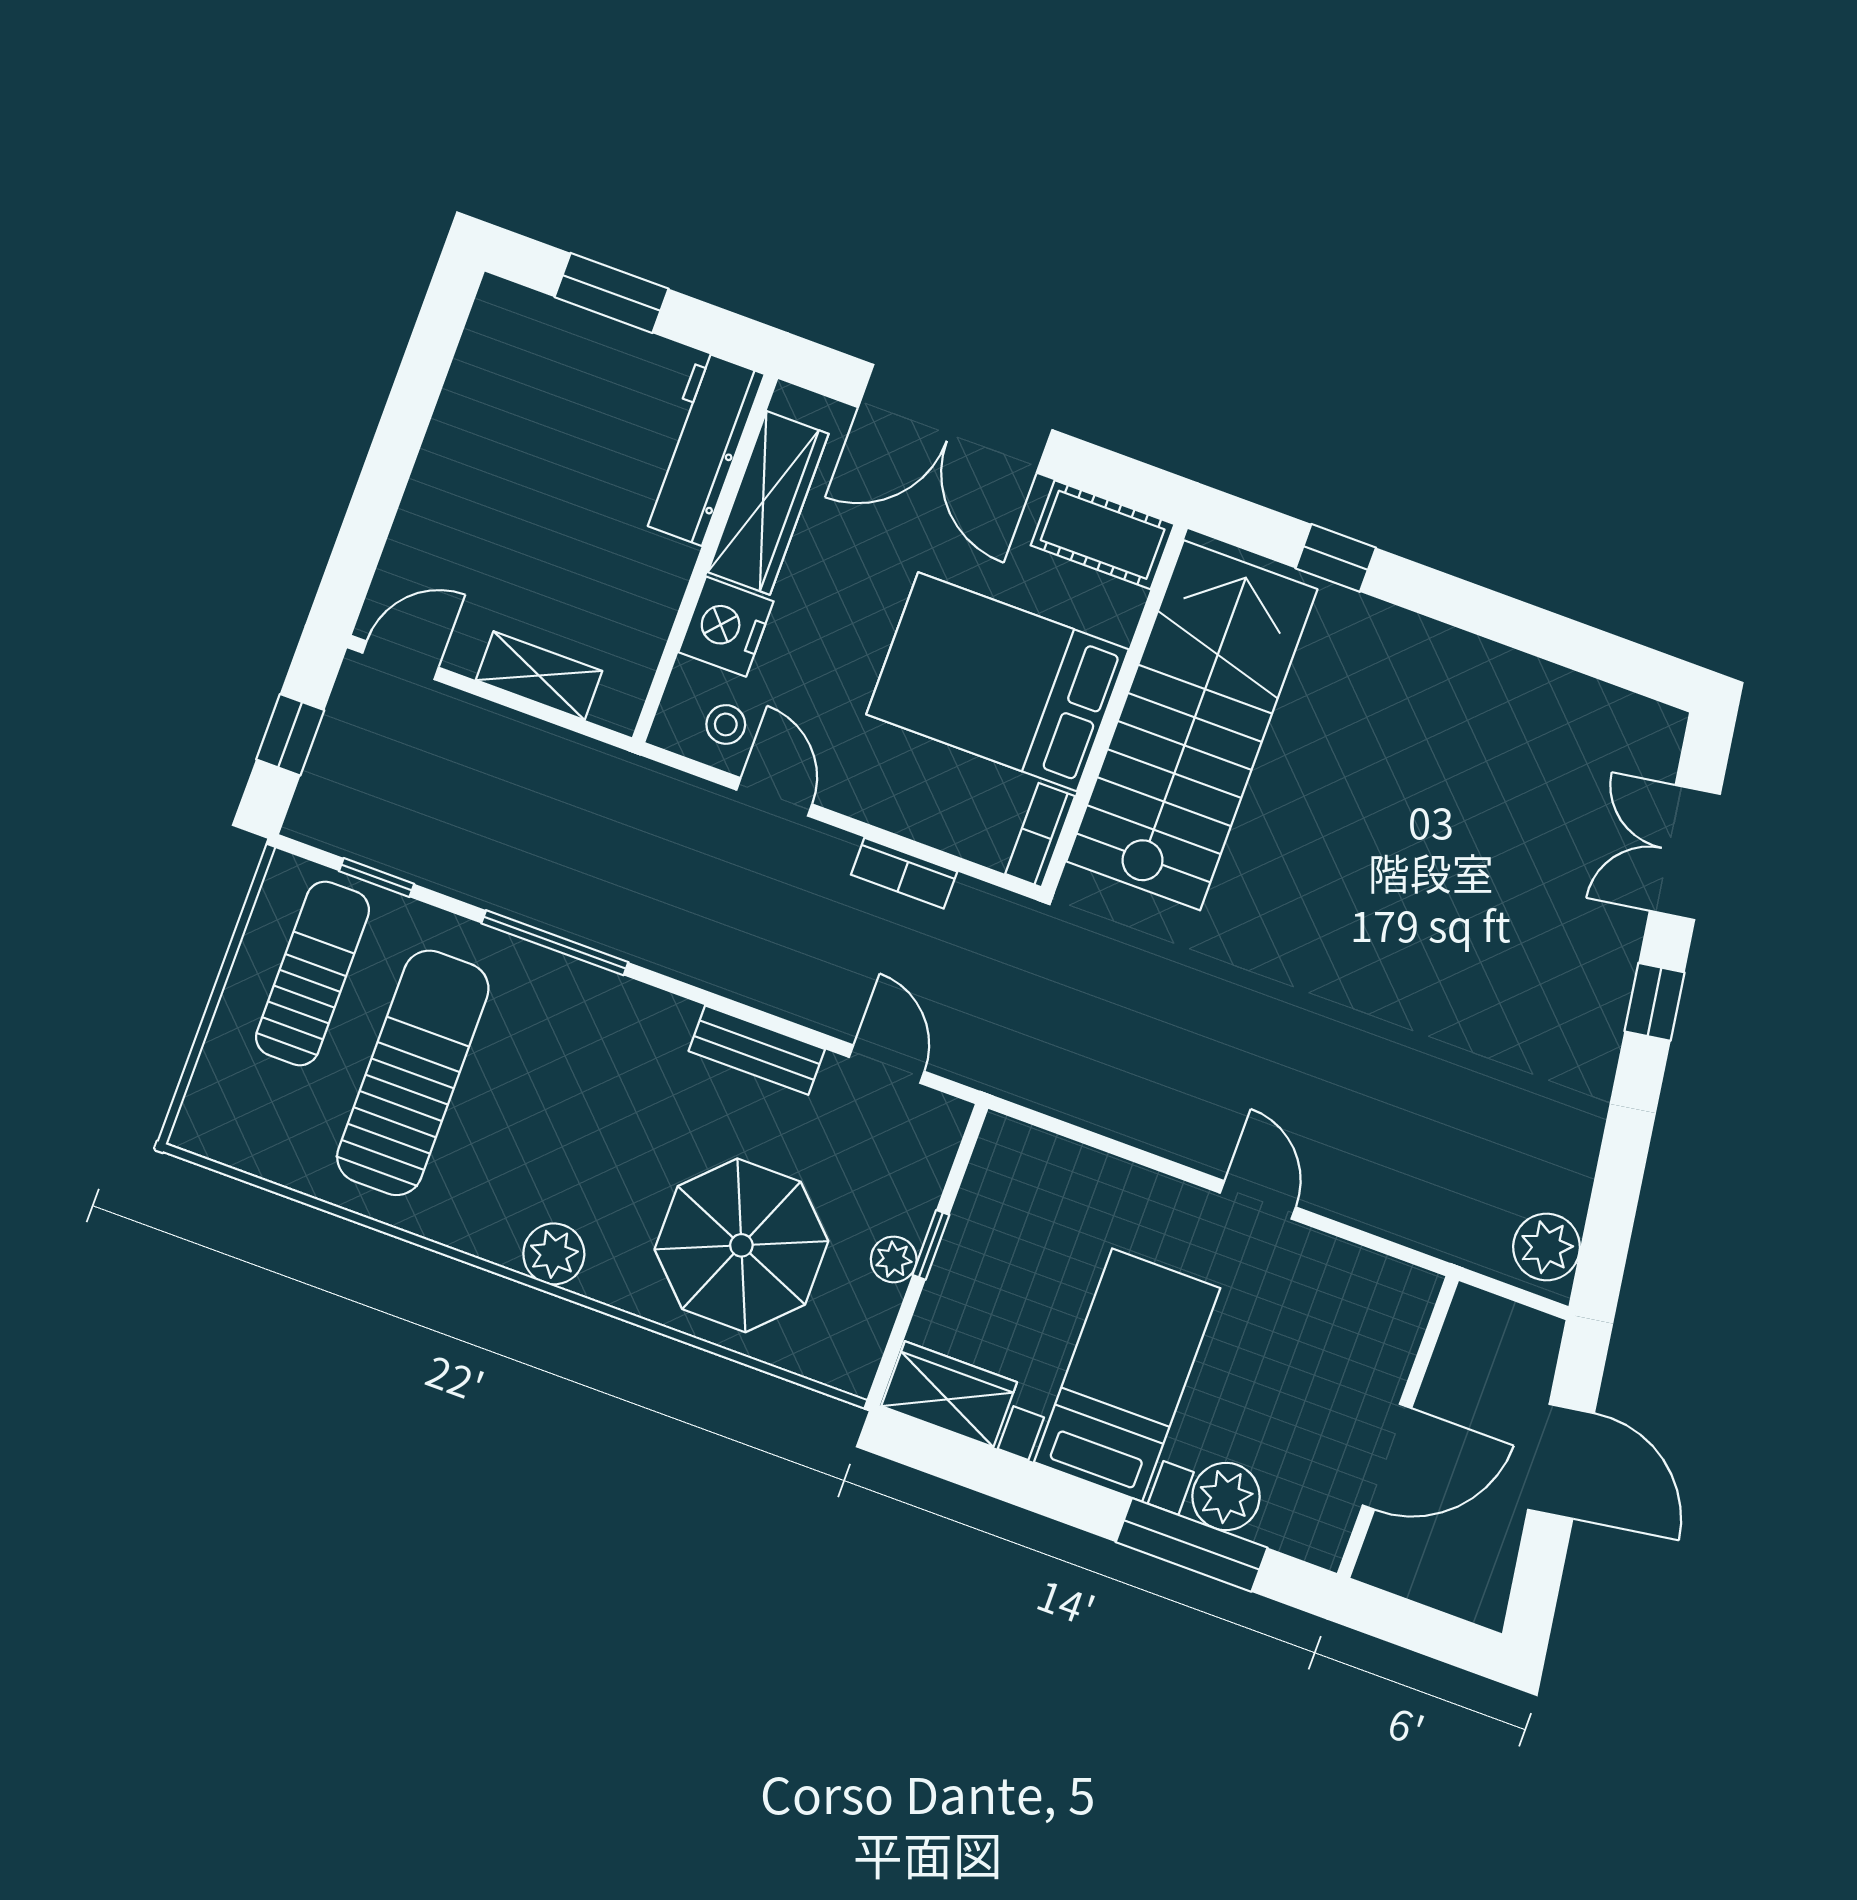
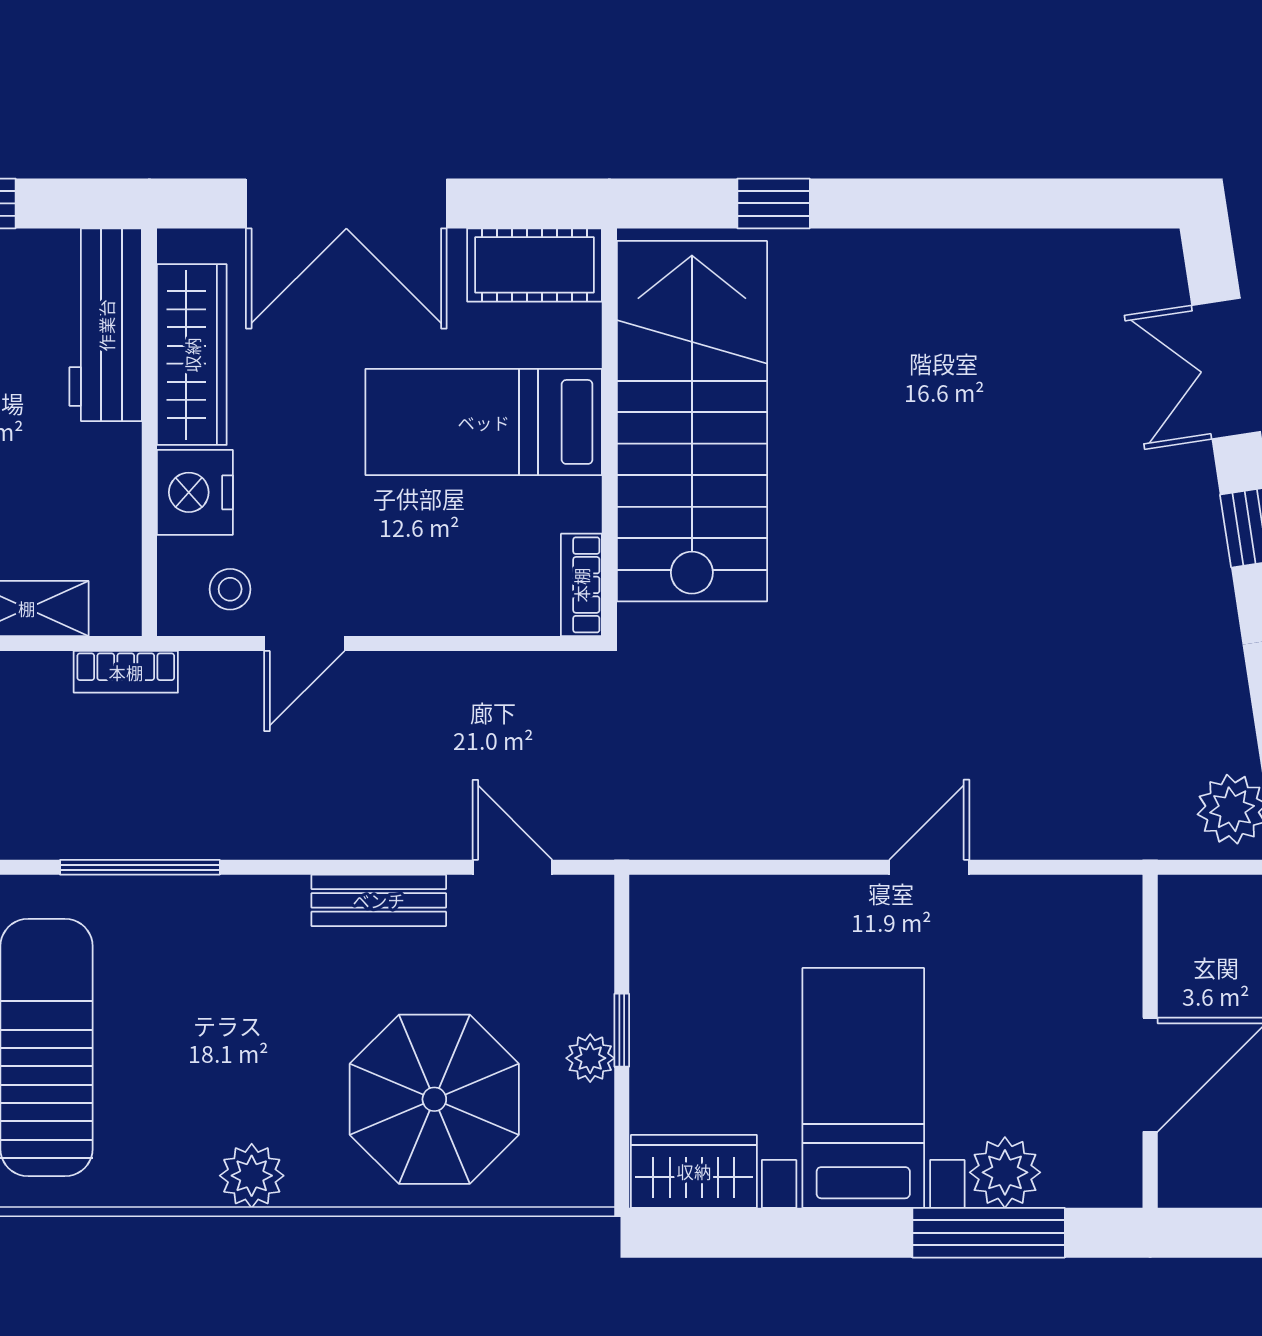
bed: (997, 682) -> (484, 422), width x0.67
door: (774, 797) -> (304, 643), swing flipped
bookcase: (904, 873) -> (126, 672), moved
door: (1258, 1200) -> (929, 867), hinge flipped

